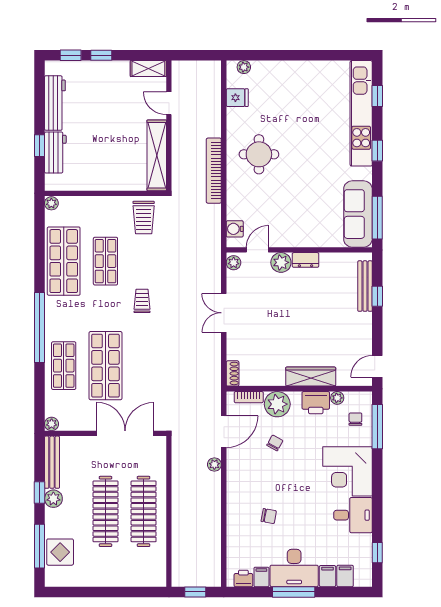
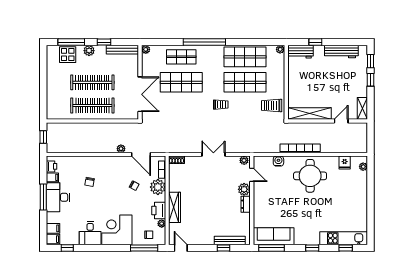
kitchen unit: (361, 113) -> (344, 238), width x0.73
workbench: (55, 153) -> (300, 52), moved
round table: (259, 154) -> (310, 176), width x1.36, depth x1.36
water cooler: (235, 229) -> (278, 161), moved
shop shelf: (105, 261) -> (245, 82), width x1.43, depth x1.36
plant: (53, 499) -> (89, 51), moved
filing cabinet: (328, 576) -> (53, 239), moved

